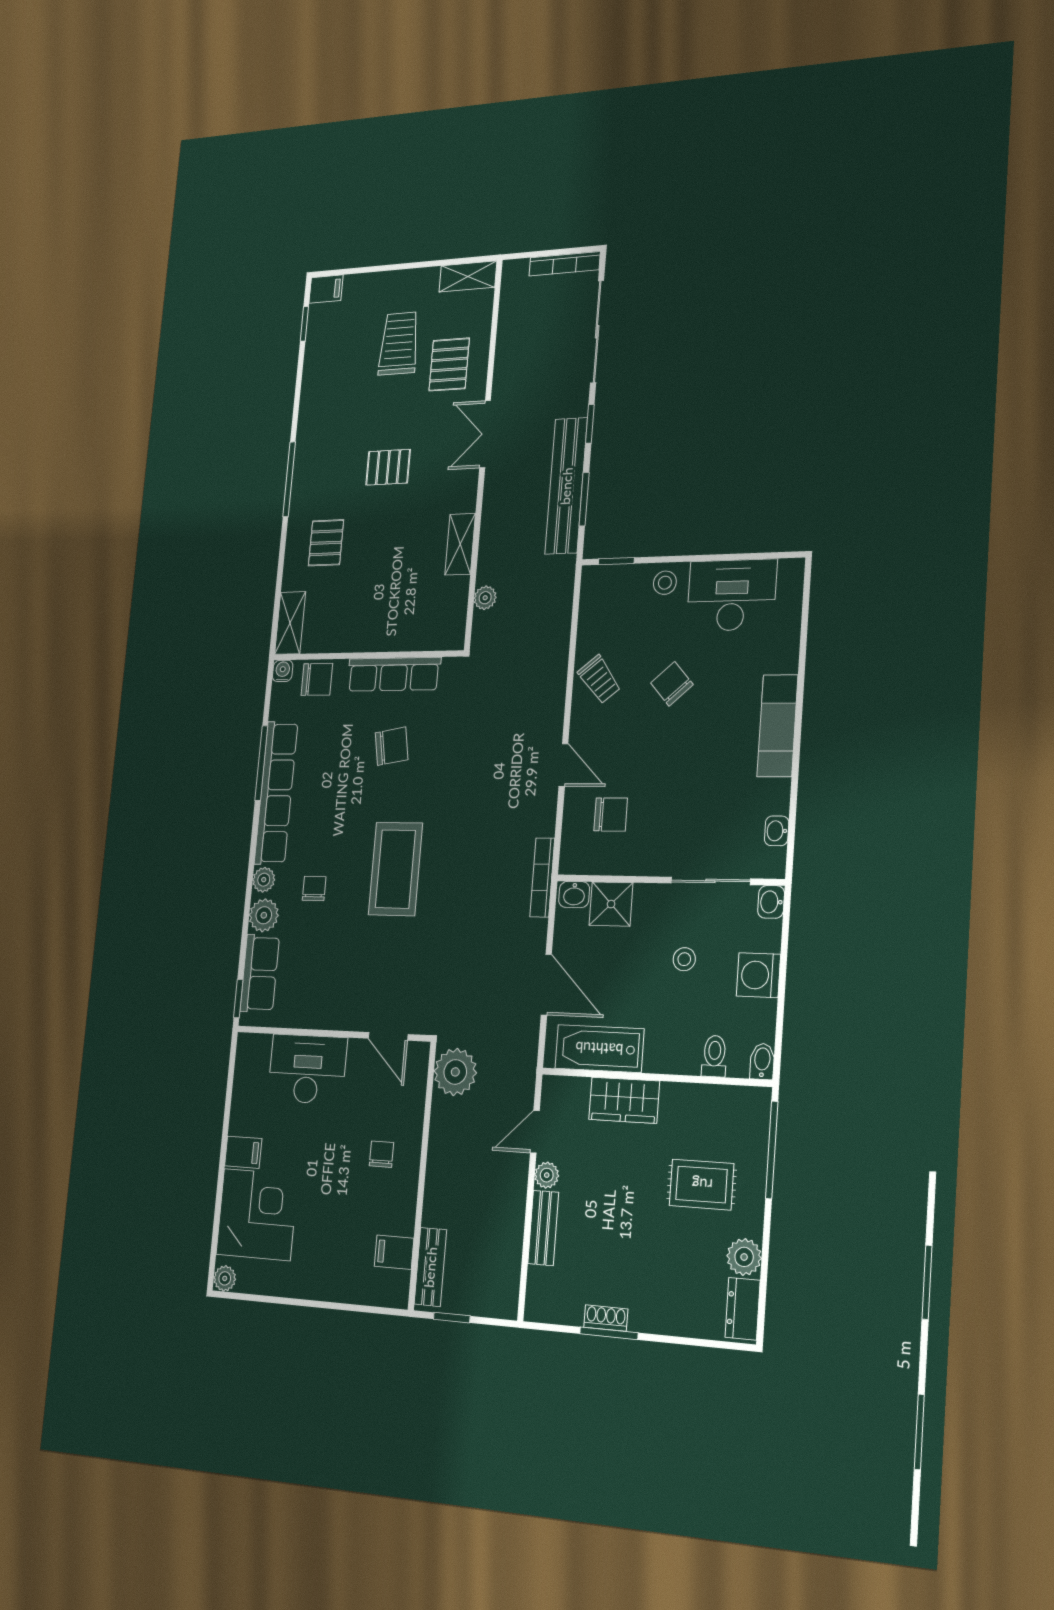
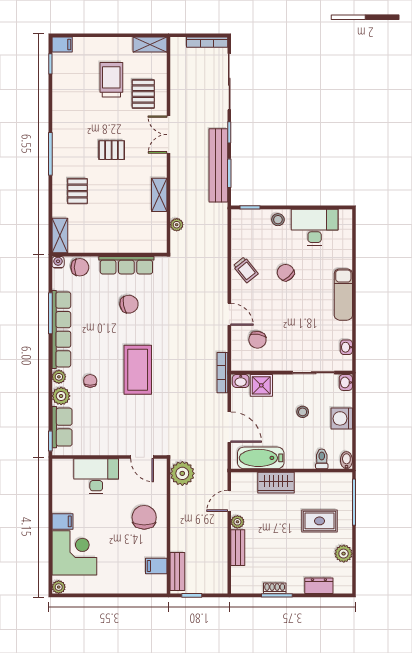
chair: (611, 814) -> (257, 340), turned 99
chair: (381, 1154) -> (144, 517), width x1.87, depth x1.87
dresser: (743, 1309) -> (319, 586), moved, turned 90

